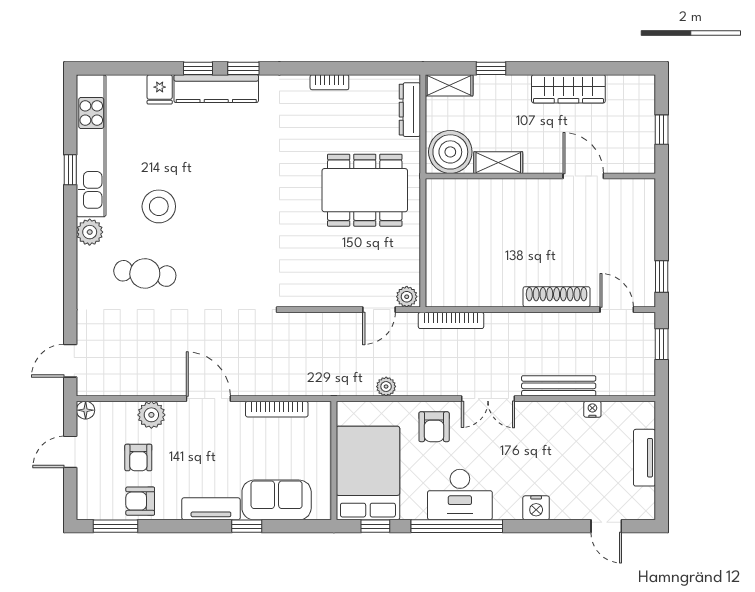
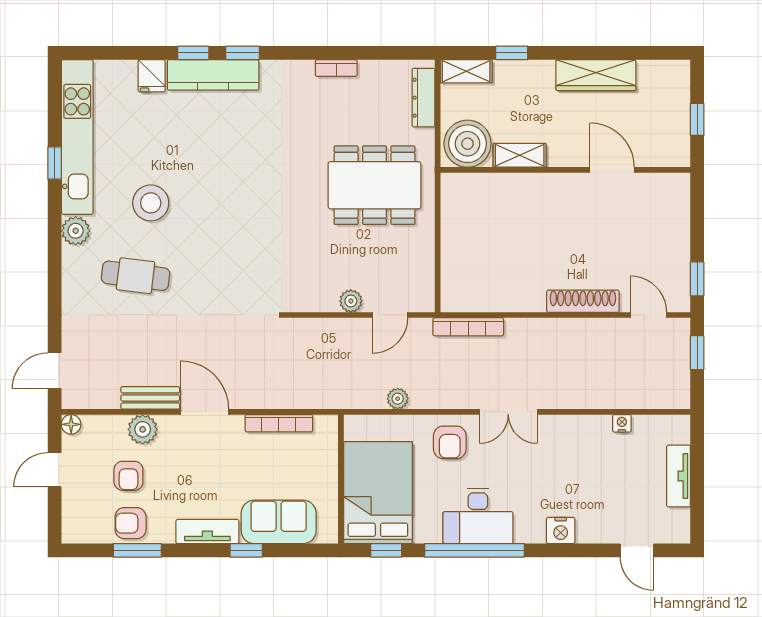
plant: (407, 297) -> (351, 301), moved
bench: (559, 386) -> (150, 398), moved, width x0.73
window: (115, 526) -> (137, 550), moved

